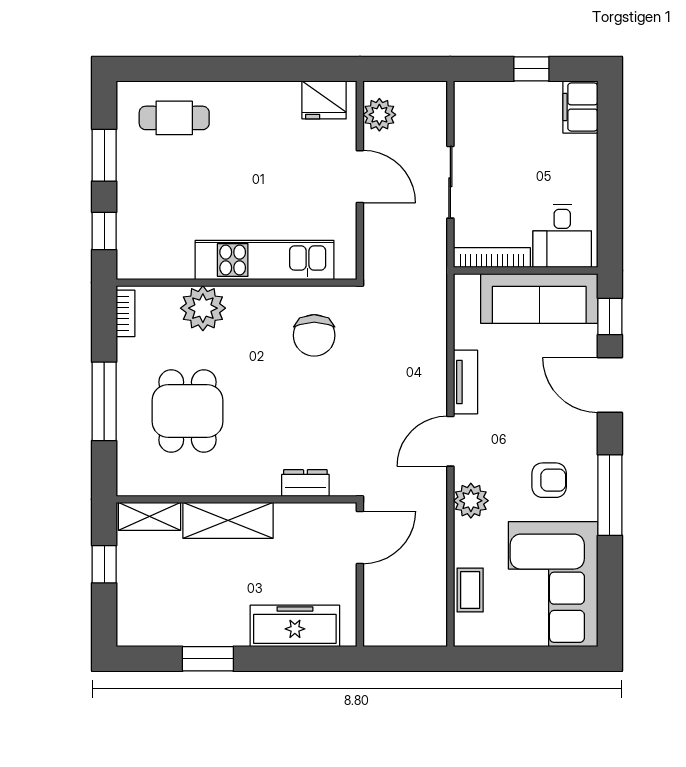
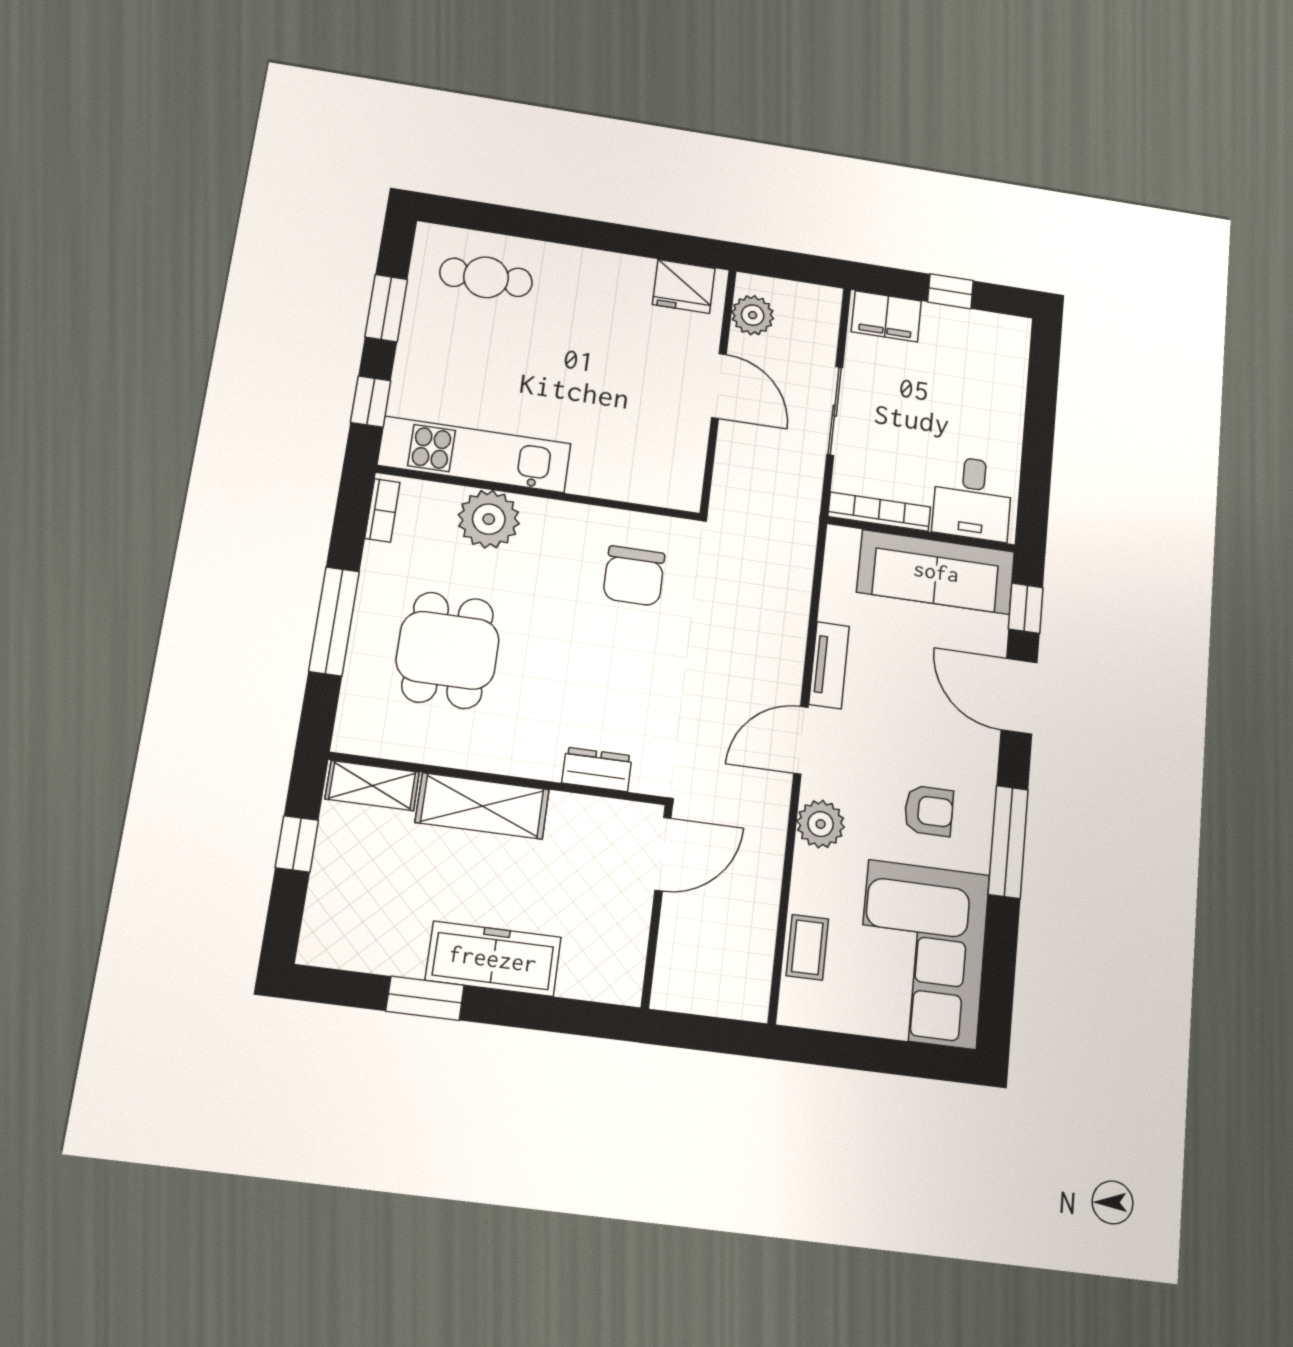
filing cabinet: (580, 107) -> (886, 316), moved, turned -90
kitchen unit: (265, 260) -> (474, 454), moved
freezer: (295, 626) -> (493, 959), moved

